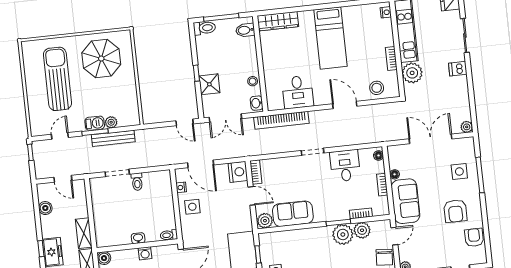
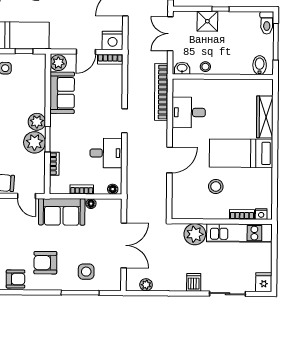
wardrobe: (278, 21) -> (265, 117), moved
bookcase: (391, 58) -> (242, 214), moved
stool: (377, 88) -> (216, 187), moved
plant: (467, 127) -> (146, 285), moved
plant: (362, 230) -> (37, 122), moved

